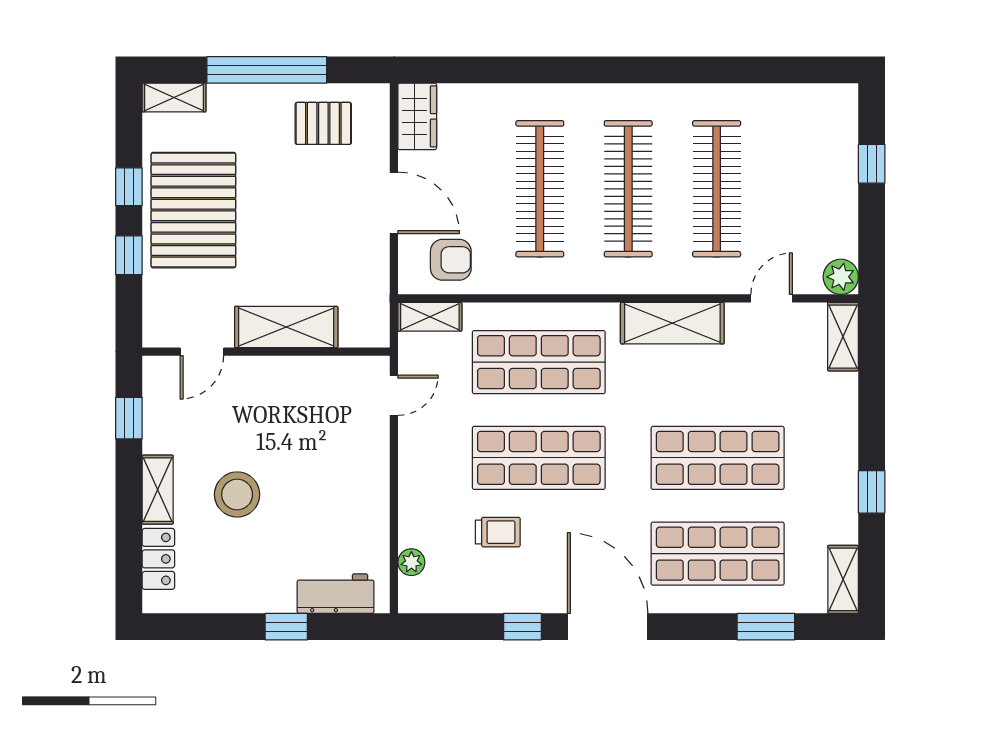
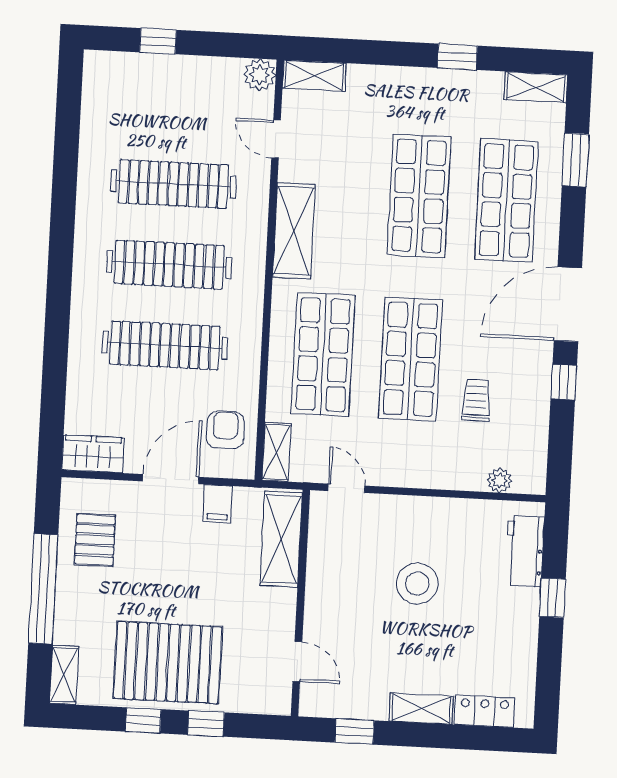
filing cabinet: (370, 256) -> (218, 504), added
shelving: (286, 327) -> (281, 539), moved
stool: (237, 494) -> (417, 583), moved

